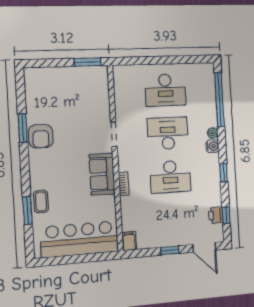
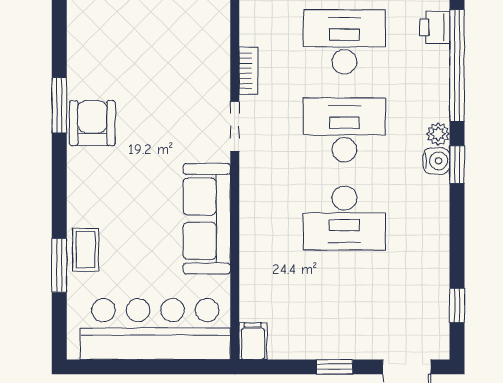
desk: (165, 90) -> (344, 42), turned 180
armchair: (41, 136) -> (92, 123), turned 180
window: (224, 173) -> (457, 165), moved
sofa: (102, 174) -> (207, 219), width x1.36
bookcase: (124, 184) -> (248, 71), moved
printer: (216, 215) -> (435, 27), moved

